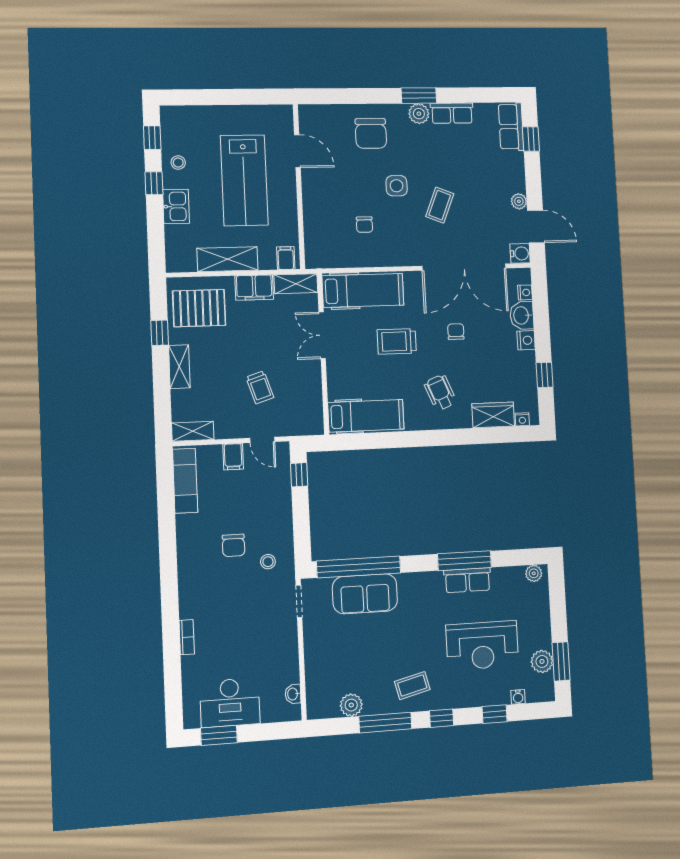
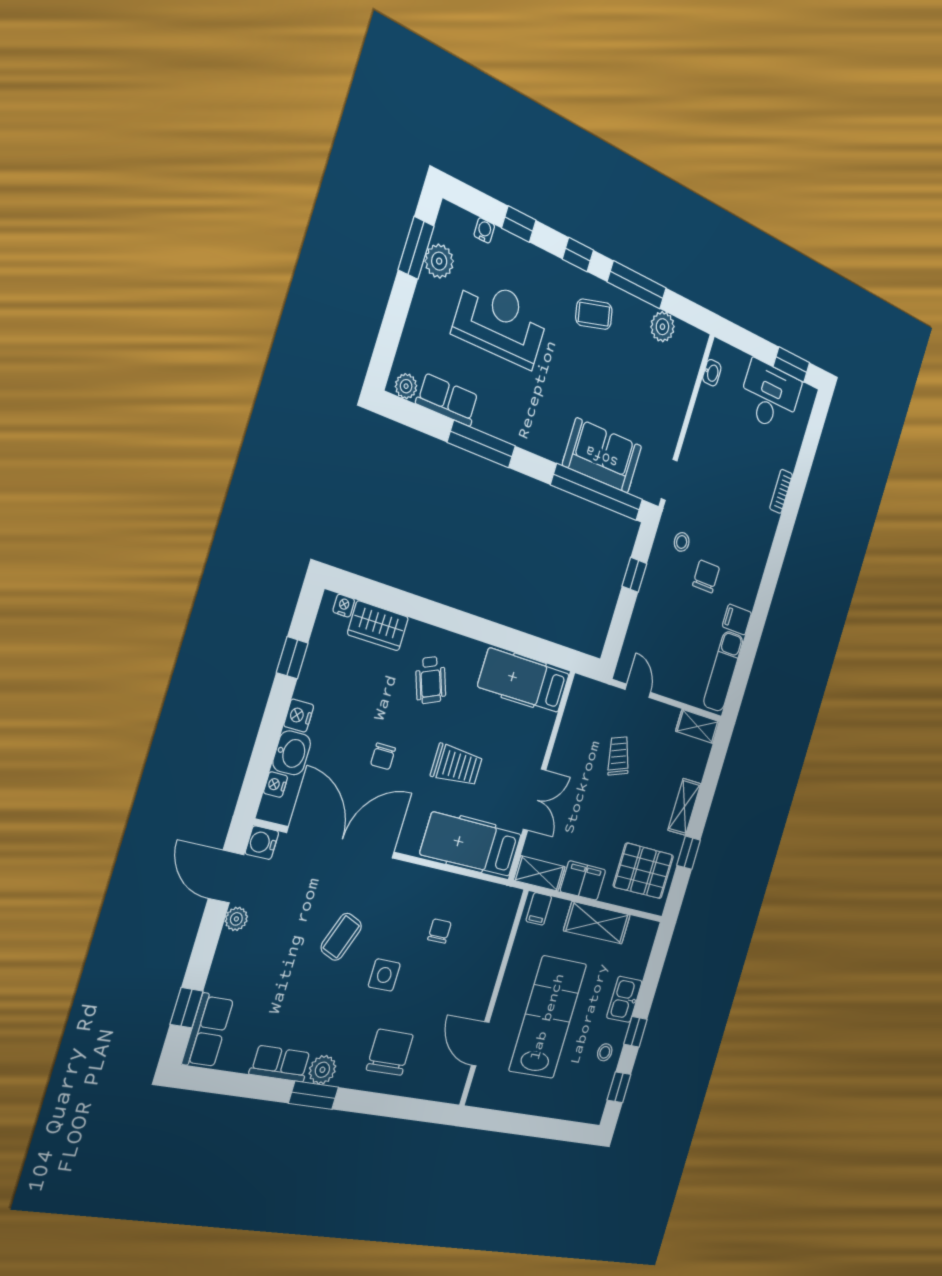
filing cabinet: (233, 457) -> (737, 620), moved, turned -90
window: (299, 475) -> (634, 575), moved
row of seats: (467, 580) -> (447, 400), moved

